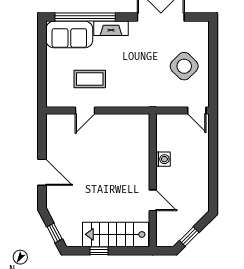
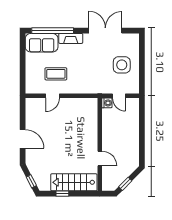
side table: (184, 66) -> (122, 65), turned 45
door: (197, 110) -> (119, 96), moved
washing machine: (163, 159) -> (107, 103), moved

